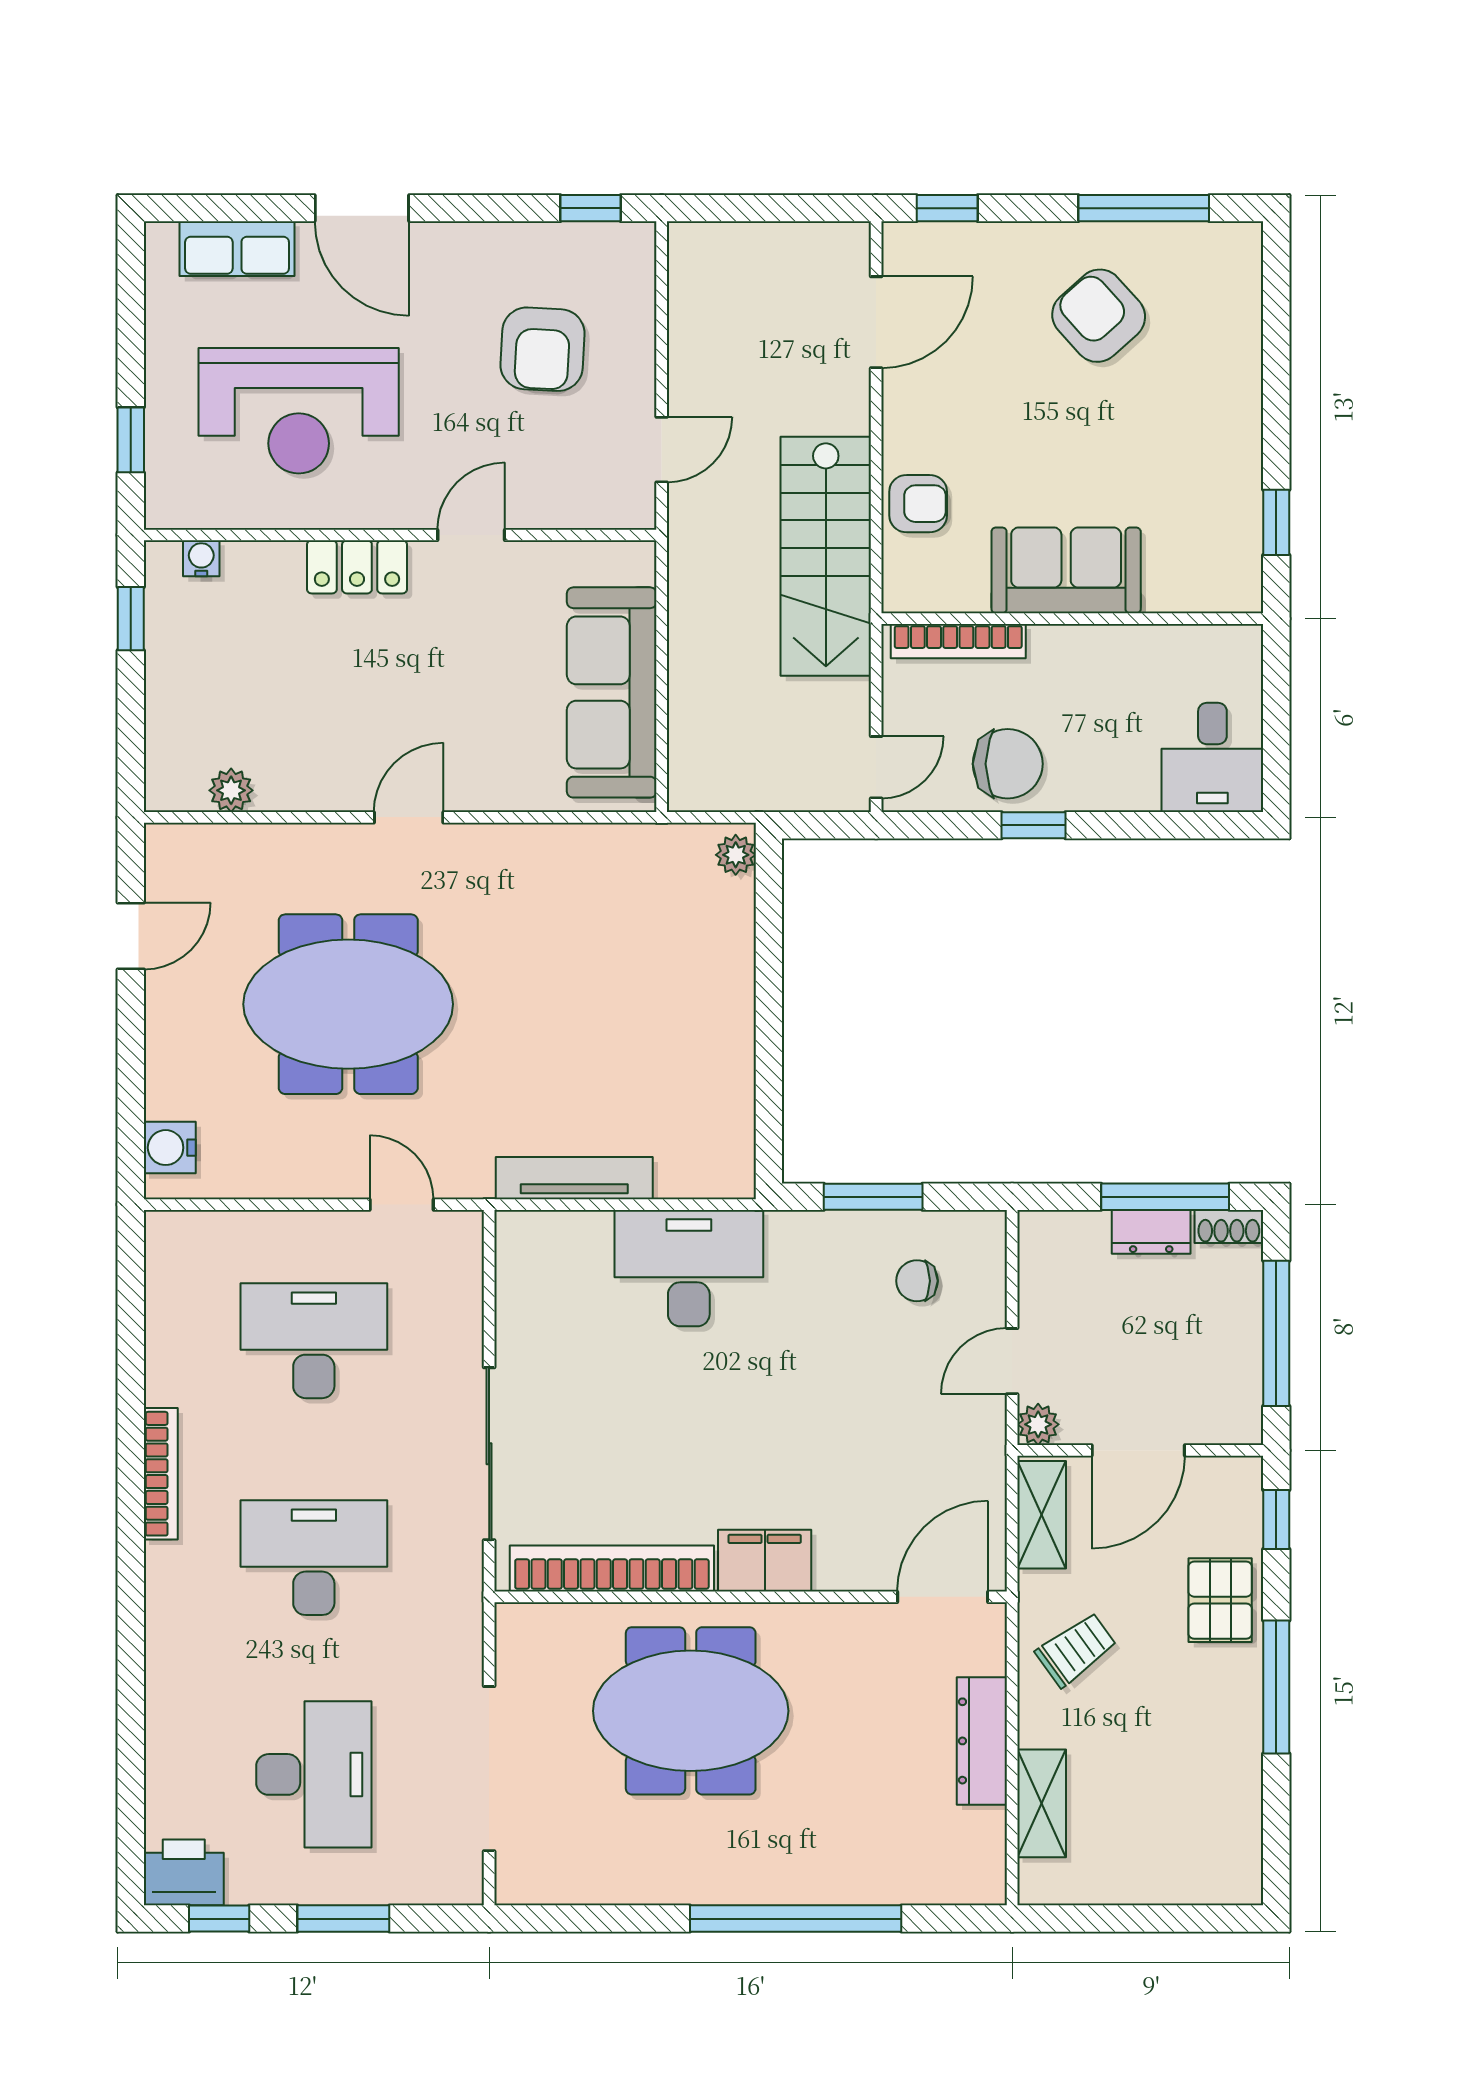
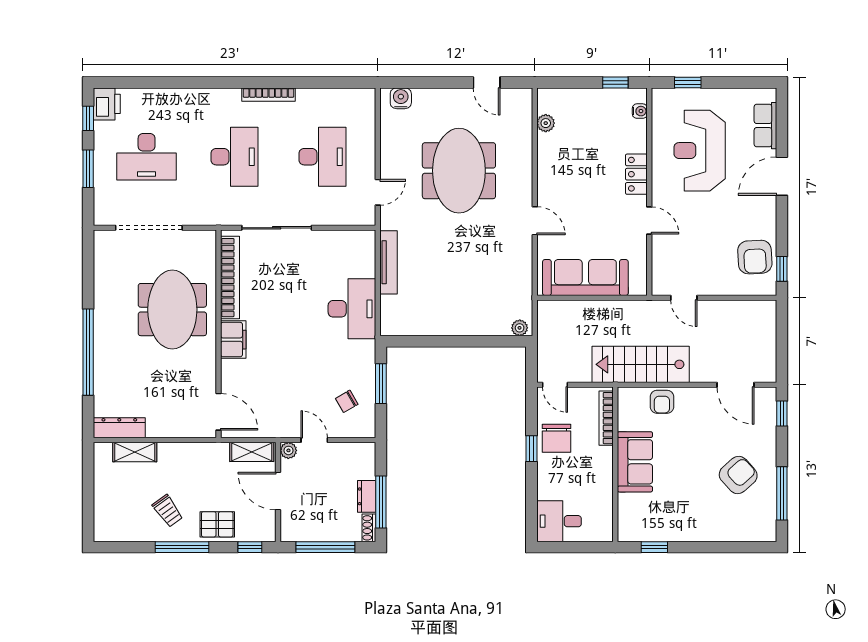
armchair: (542, 349) -> (755, 257), moved, turned -96
door: (409, 817) -> (535, 221), moved
chair: (917, 1281) -> (347, 401), turned -120
trolley: (1076, 1649) -> (168, 511), moved
dresser: (982, 1741) -> (119, 428), moved

